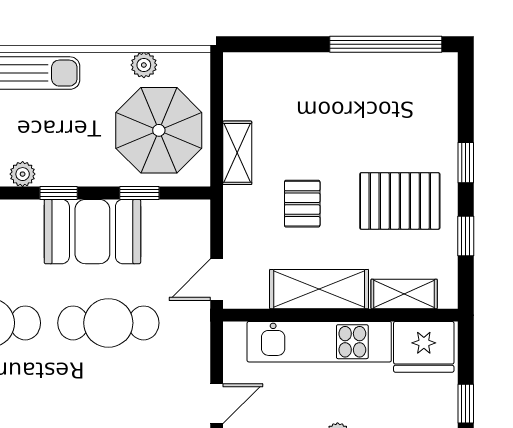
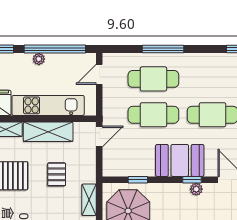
window: (59, 193) -> (192, 180), moved
booth: (92, 232) -> (180, 160), moved
cafe table: (108, 395) -> (153, 79), added

